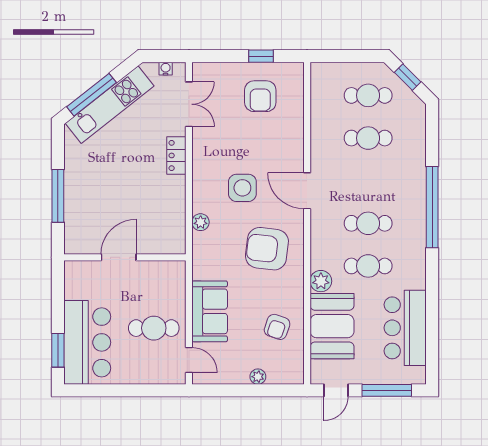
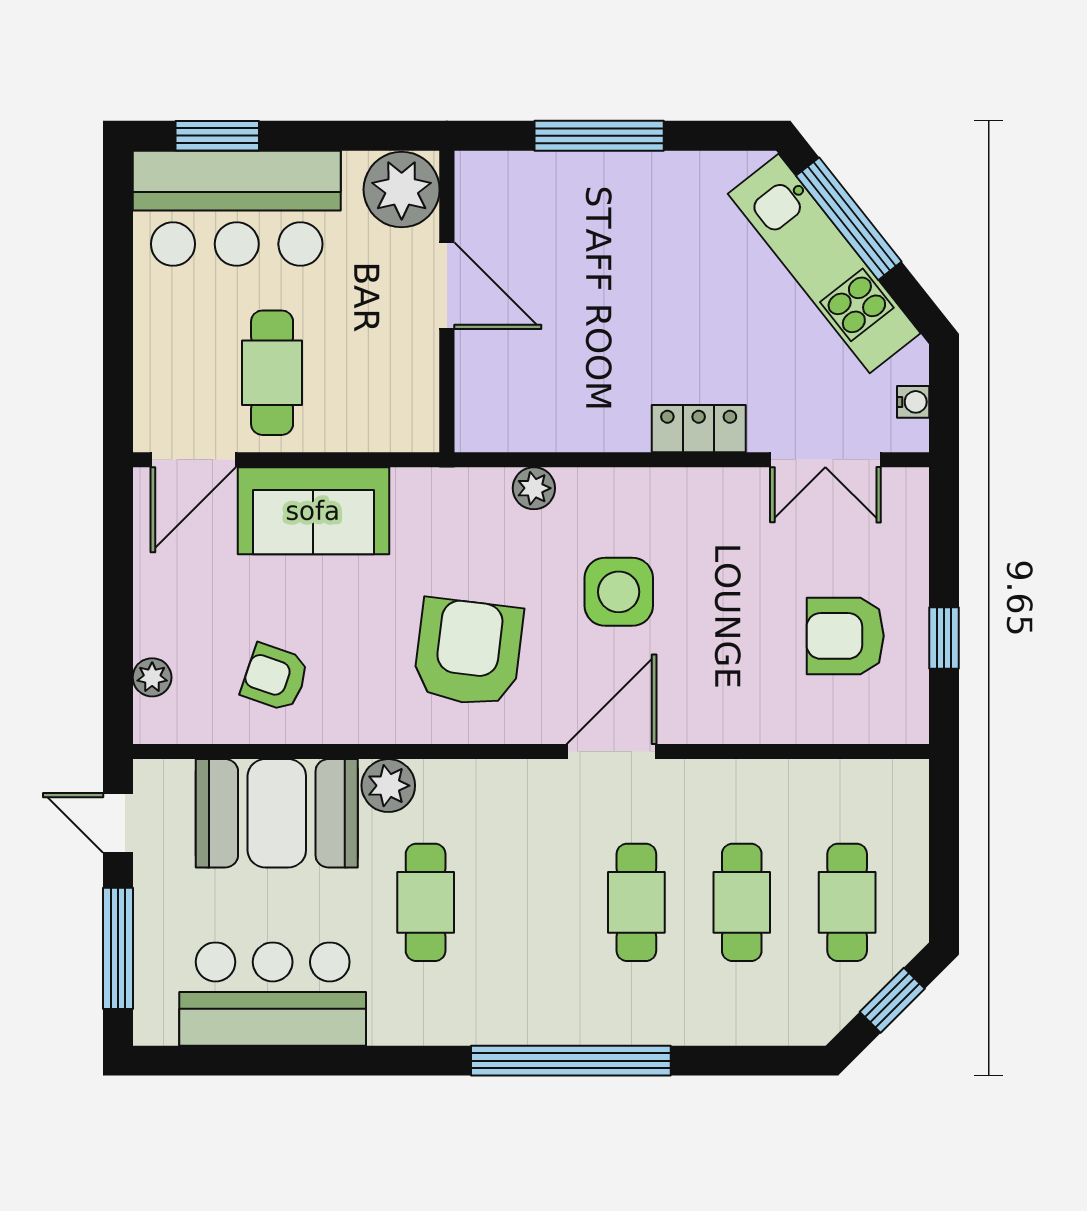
cafe table: (368, 223) -> (636, 902), moved
plant: (80, 276) -> (402, 190), added
door: (189, 360) -> (193, 460), width x1.38
plant: (258, 377) -> (152, 677), moved

